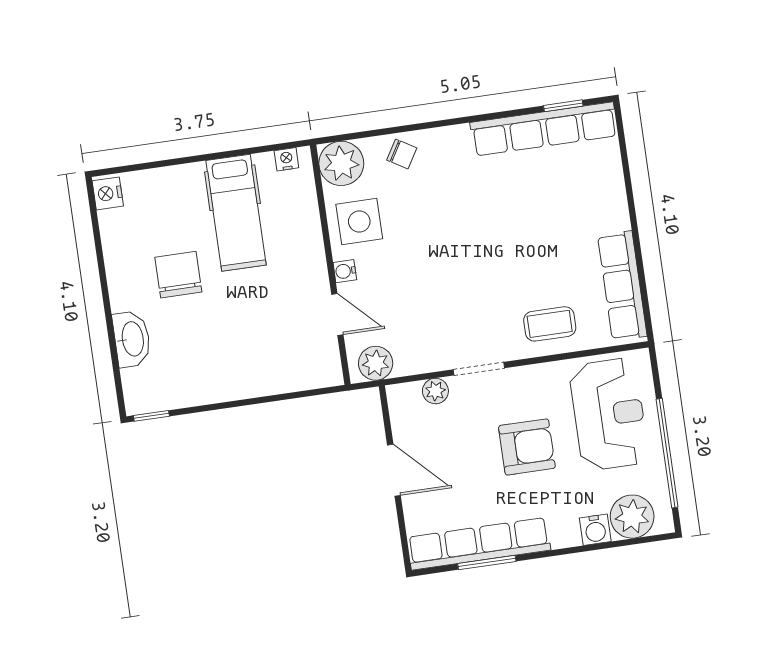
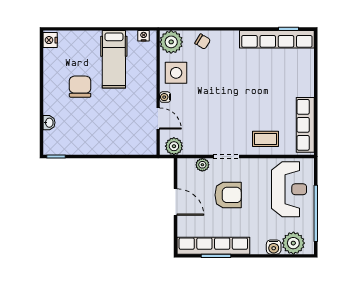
washbasin: (132, 339) -> (49, 123), width x0.52, depth x0.69
armchair: (527, 447) -> (228, 195), moved

